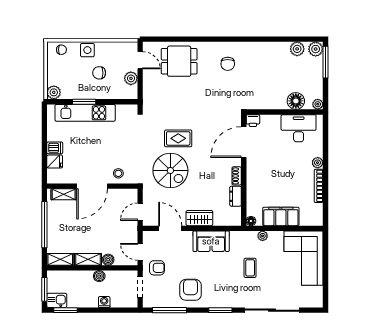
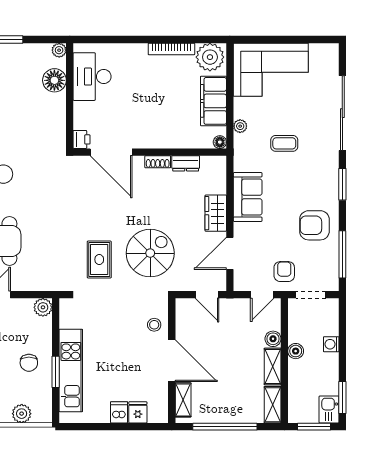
chair: (99, 73) -> (29, 363), moved
plant: (131, 78) -> (43, 307), moved
plant: (54, 92) -> (22, 414), moved
rug: (178, 138) -> (99, 260), moved
plant: (318, 163) -> (210, 57), moved, width x1.87, depth x1.87

